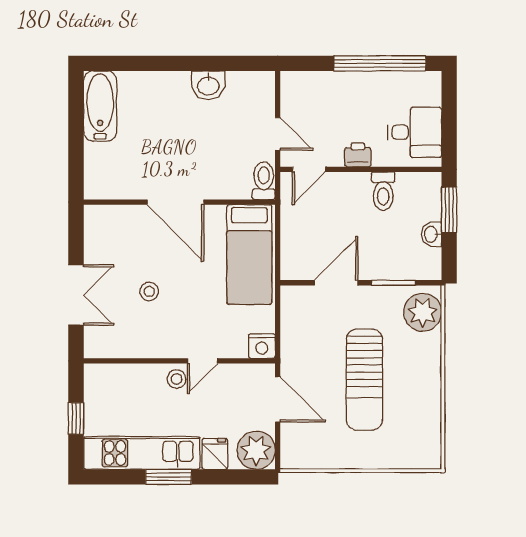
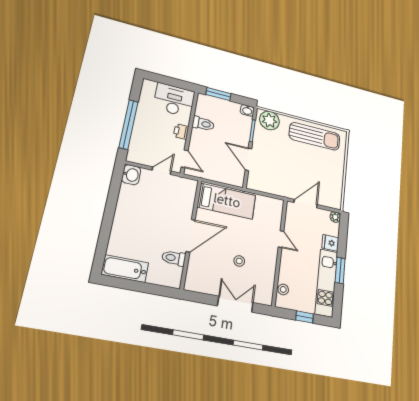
window: (380, 63) -> (128, 124), moved
washbasin: (208, 85) -> (131, 175), moved
desk: (415, 132) -> (174, 100), width x1.37
toilet: (264, 181) -> (174, 258), moved
washbasin: (431, 234) -> (247, 110), moved
nightstand: (262, 346) -> (277, 206), removed
stool: (177, 379) -> (283, 289), moved
sun lounger: (364, 380) -> (315, 136), moved
plant: (256, 450) -> (335, 217), width x0.53, depth x0.53

